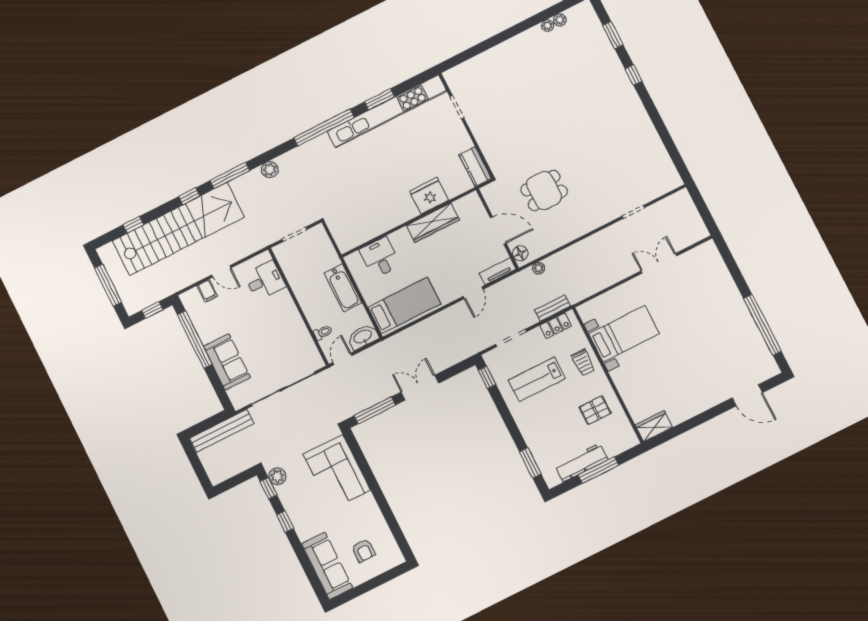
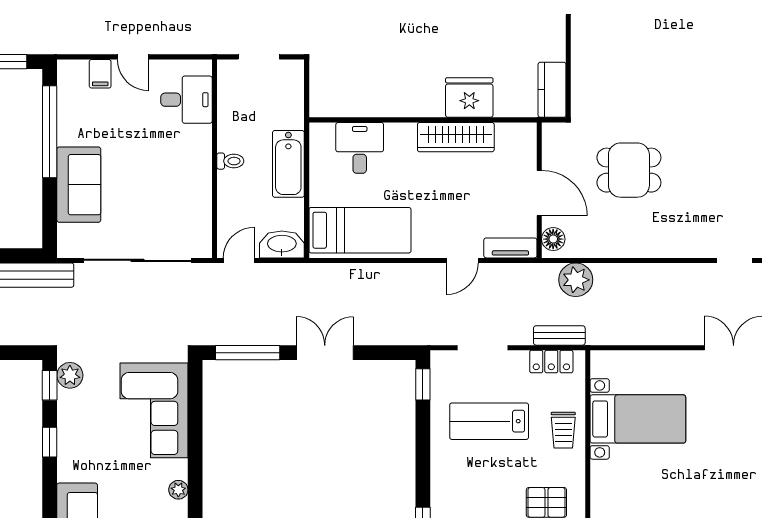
plant: (539, 268) -> (576, 280), width x1.87, depth x1.87
toilet: (323, 332) -> (230, 161), moved
plant: (375, 512) -> (178, 490), added

